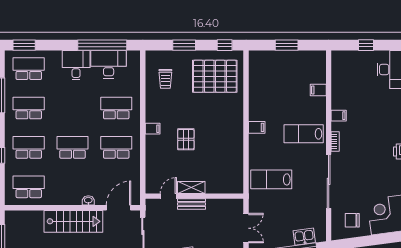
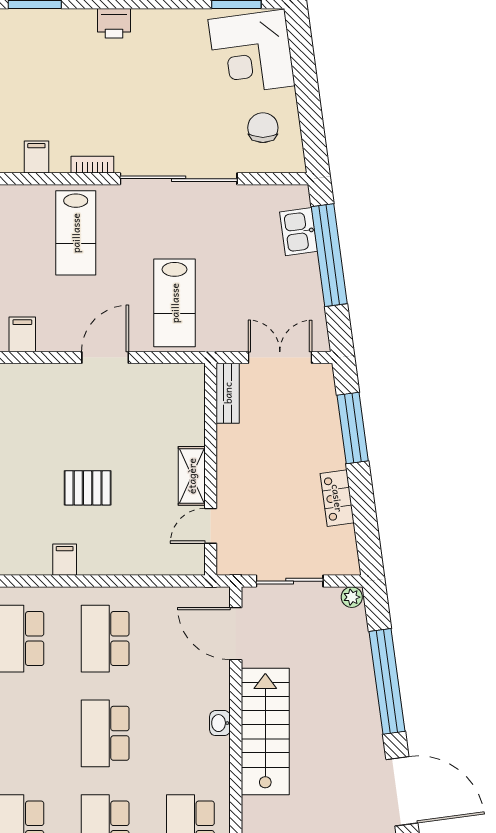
filing cabinet: (257, 127) -> (22, 334), moved
door: (246, 147) -> (105, 358), added
door: (168, 196) -> (211, 526), hinge flipped
washbasin: (88, 200) -> (220, 723), moved
bench: (192, 204) -> (228, 393), moved
chair: (352, 220) -> (263, 128), turned 180

